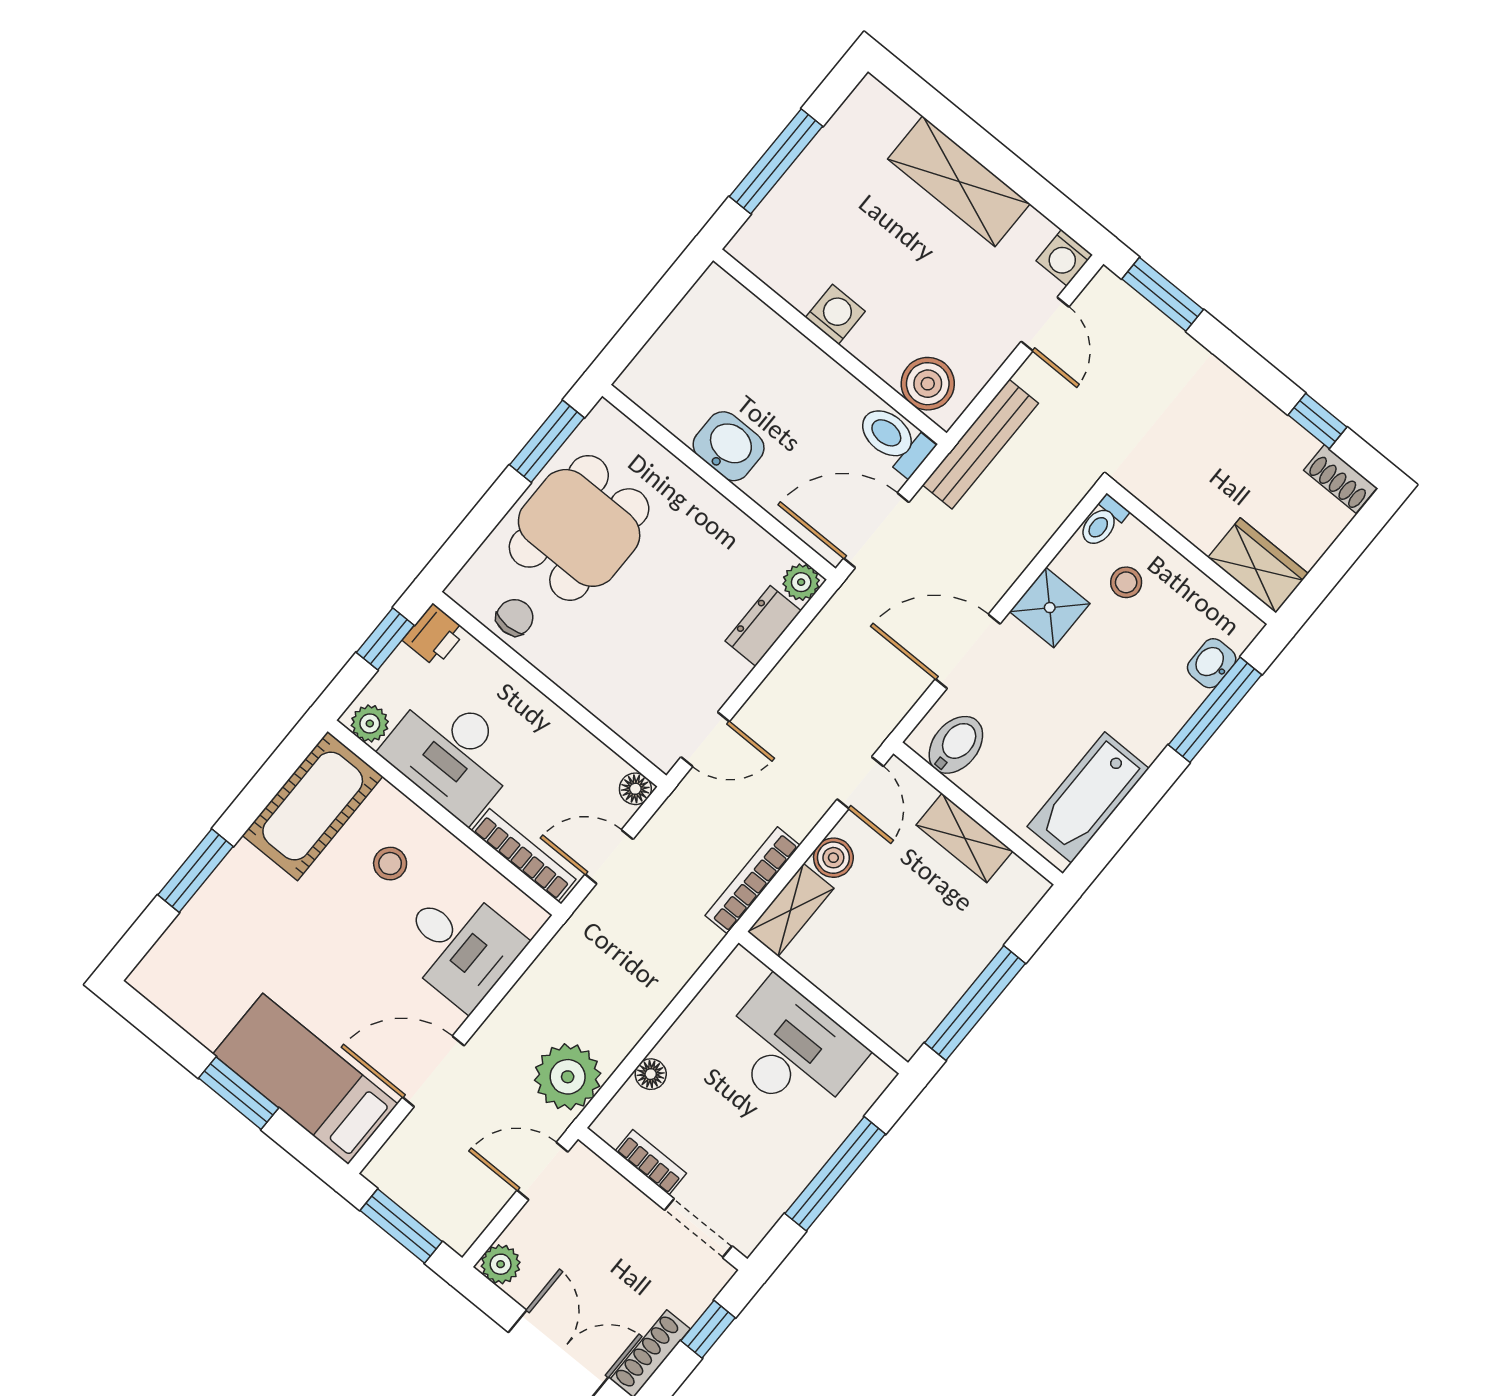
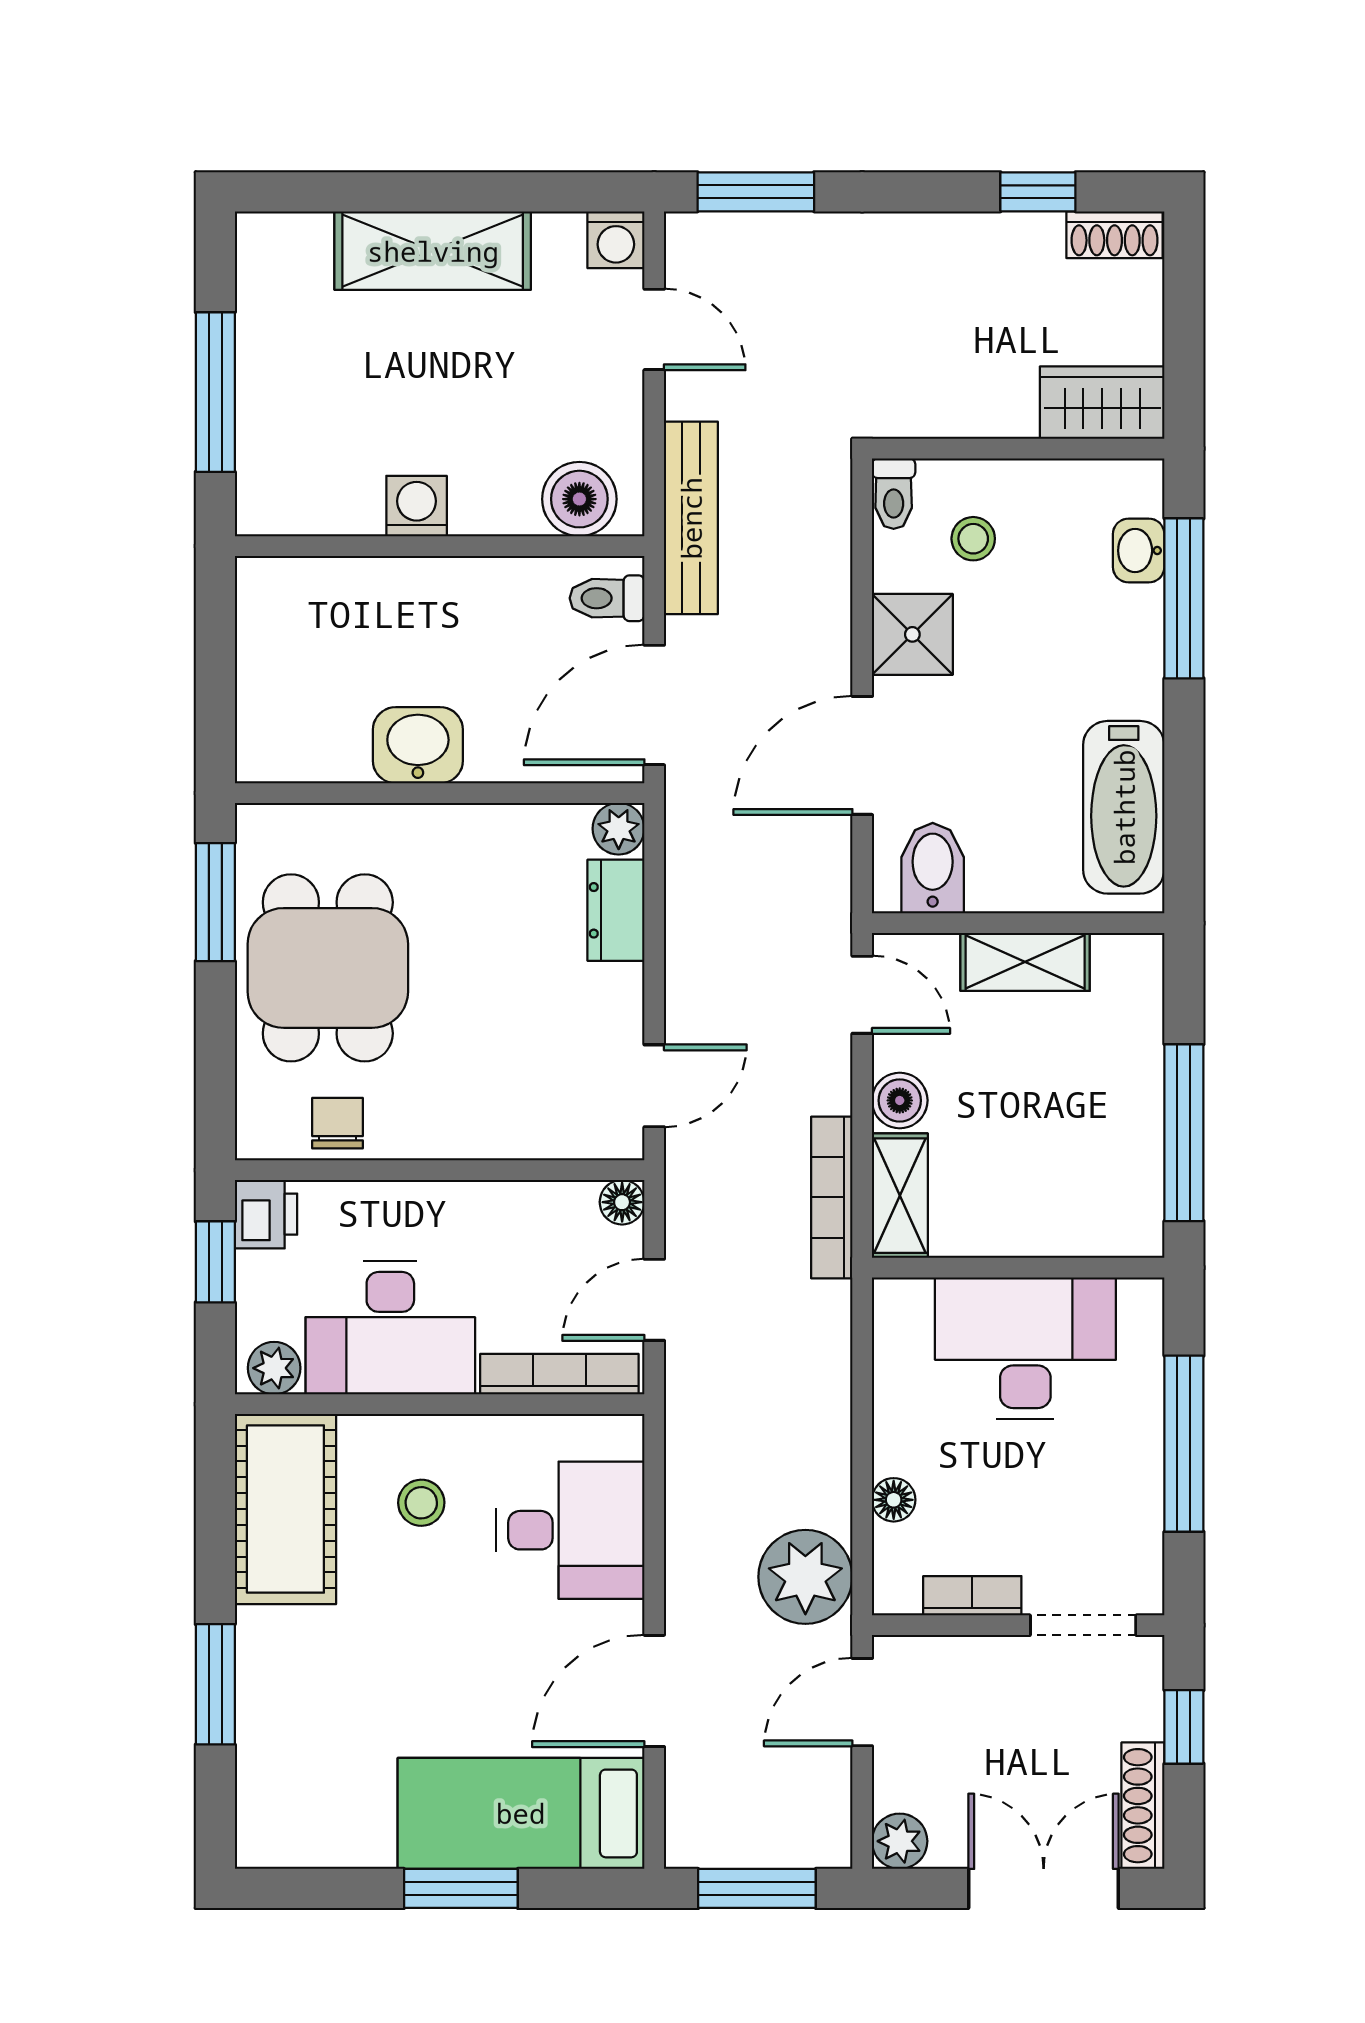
toilet: (894, 439) -> (607, 598), width x0.73, depth x0.72

